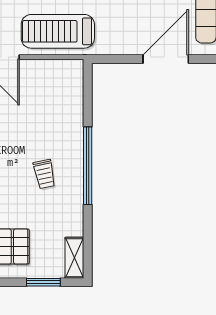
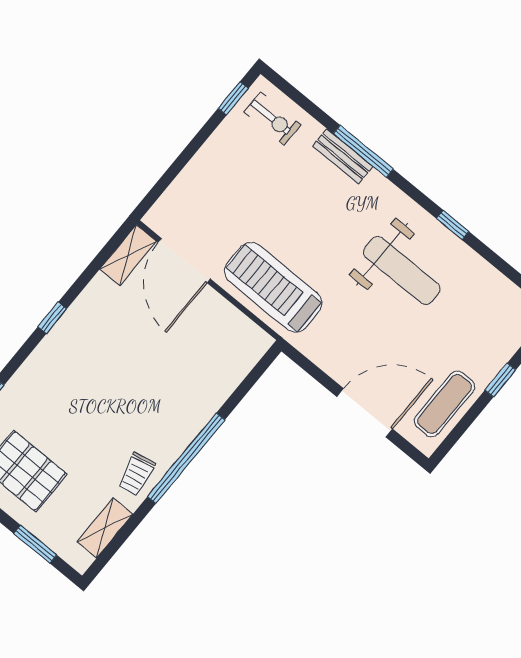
trolley: (44, 174) -> (136, 474), moved
shelving: (74, 258) -> (105, 528), moved

